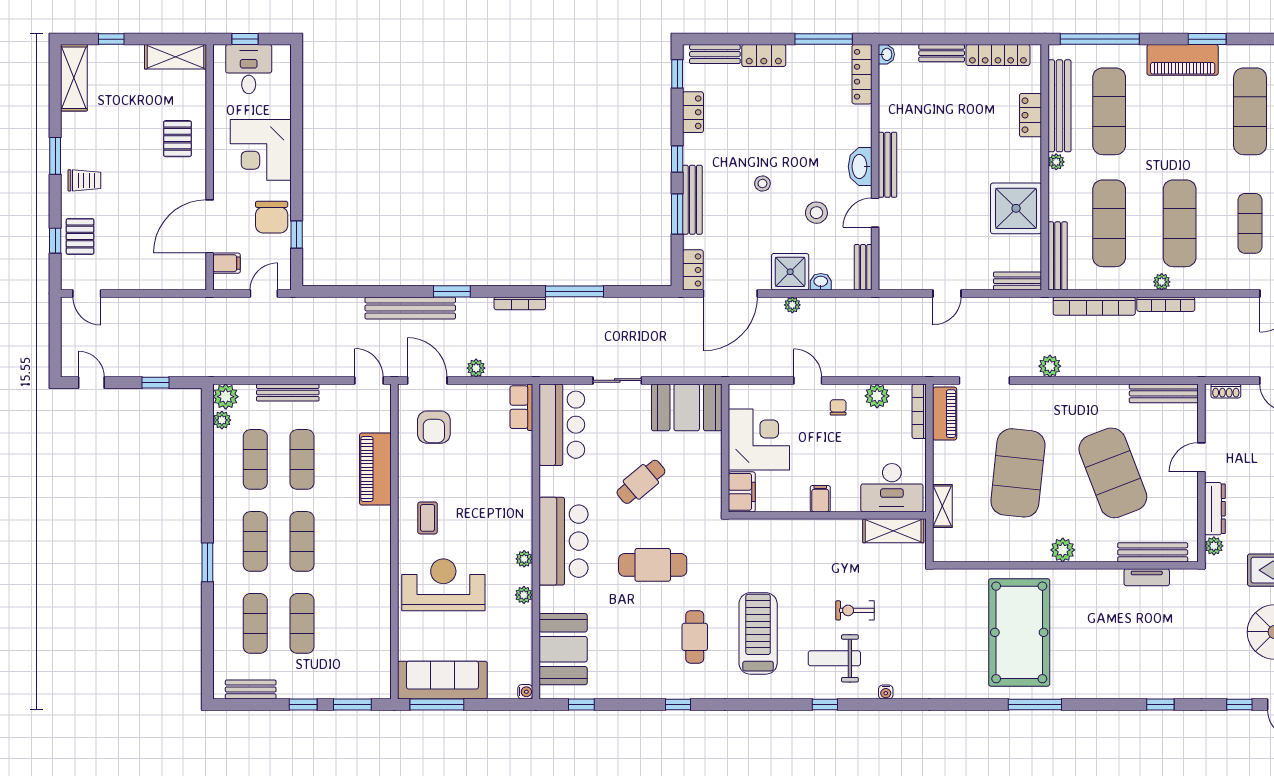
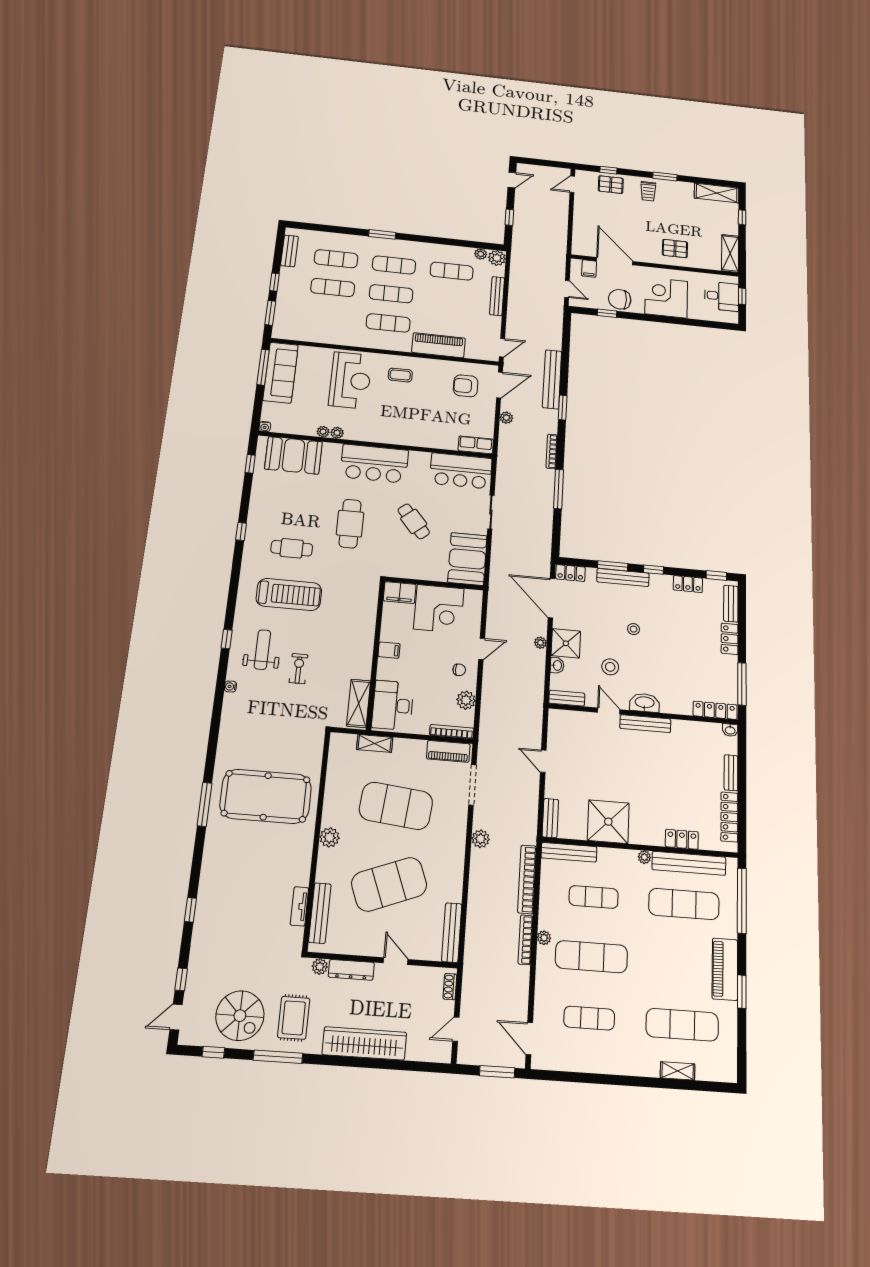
exercise mat: (1109, 223) -> (594, 897), width x0.73, depth x0.69
exercise mat: (302, 459) -> (388, 323), moved
plant: (524, 559) -> (323, 432), moved

